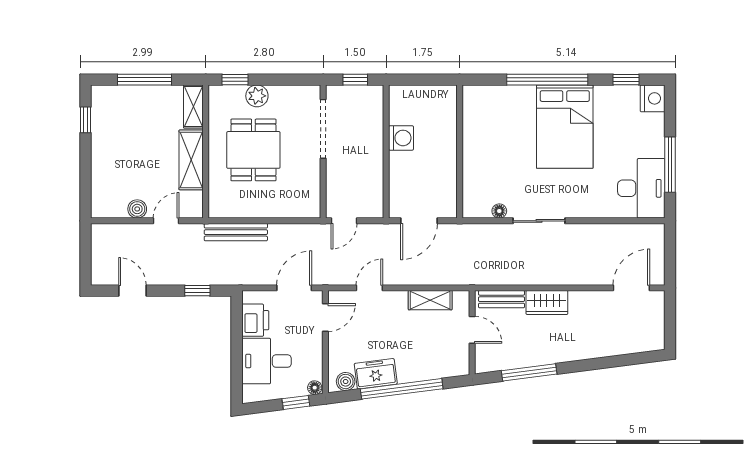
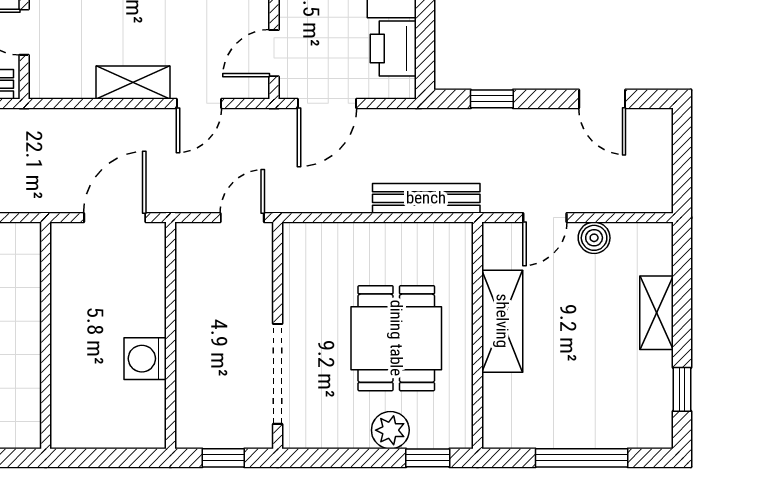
shelving: (193, 107) -> (656, 313), moved
shelving: (430, 300) -> (133, 83), moved

